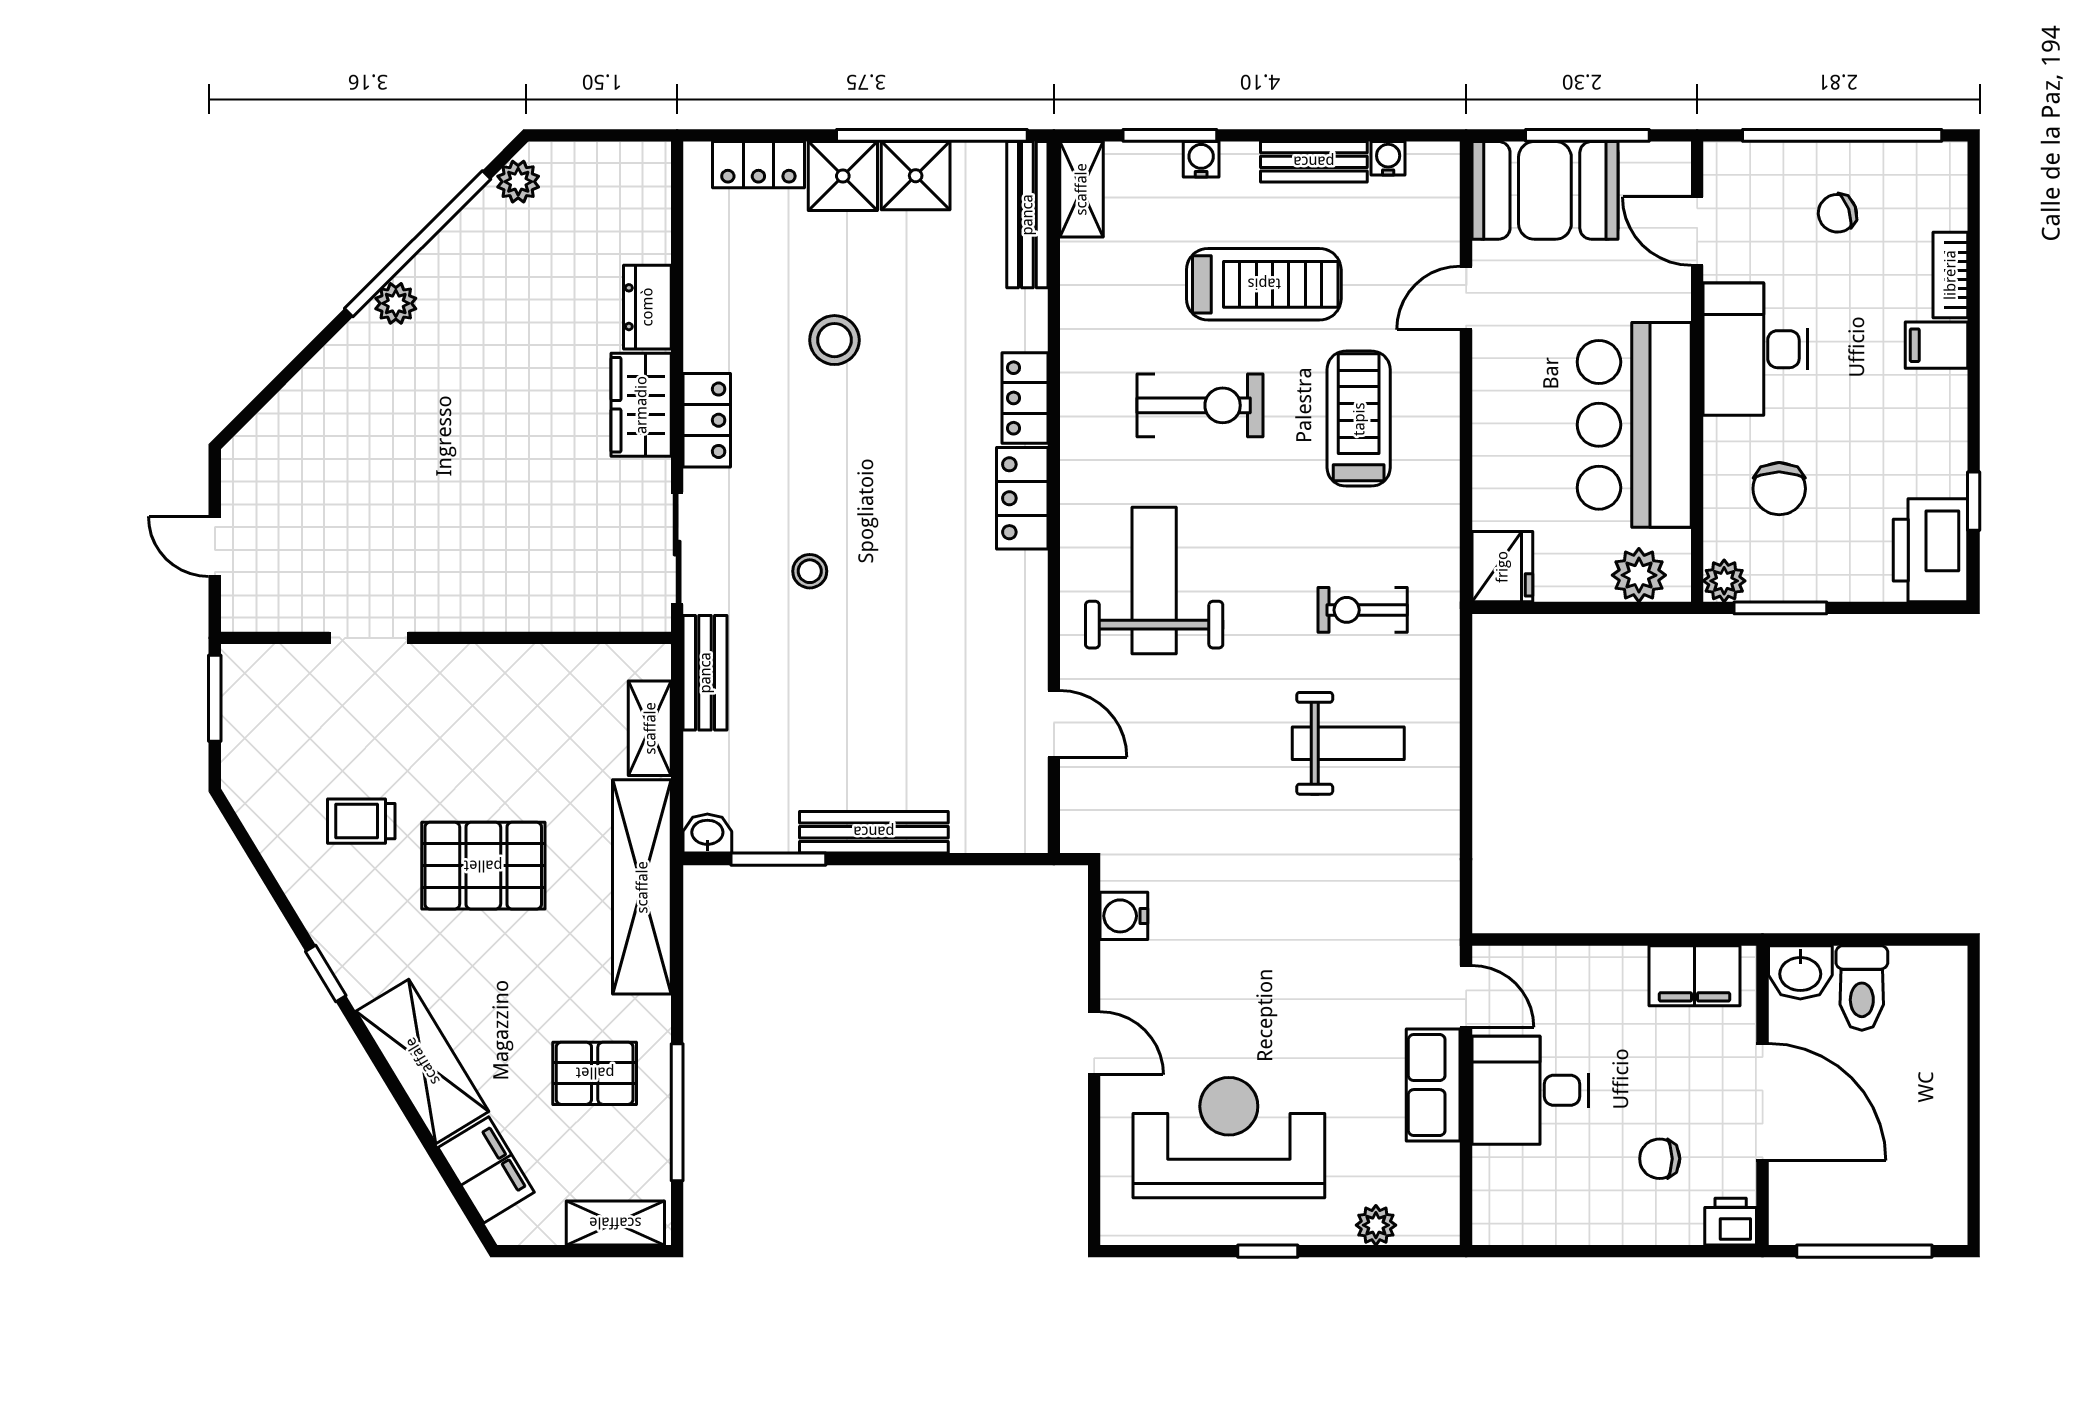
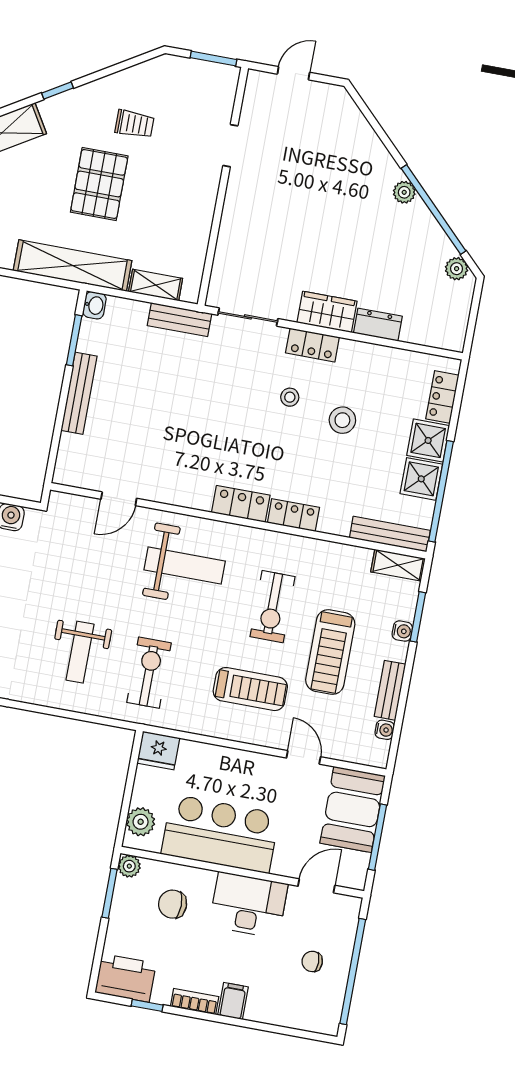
chair: (1837, 213) -> (312, 961), turned -70
bookcase: (1950, 275) -> (195, 1002), moved
stool: (810, 571) -> (290, 397), moved
exercise bike: (1363, 610) -> (149, 673), width x1.38, depth x1.39
trolley: (361, 821) -> (134, 124), turned 90

